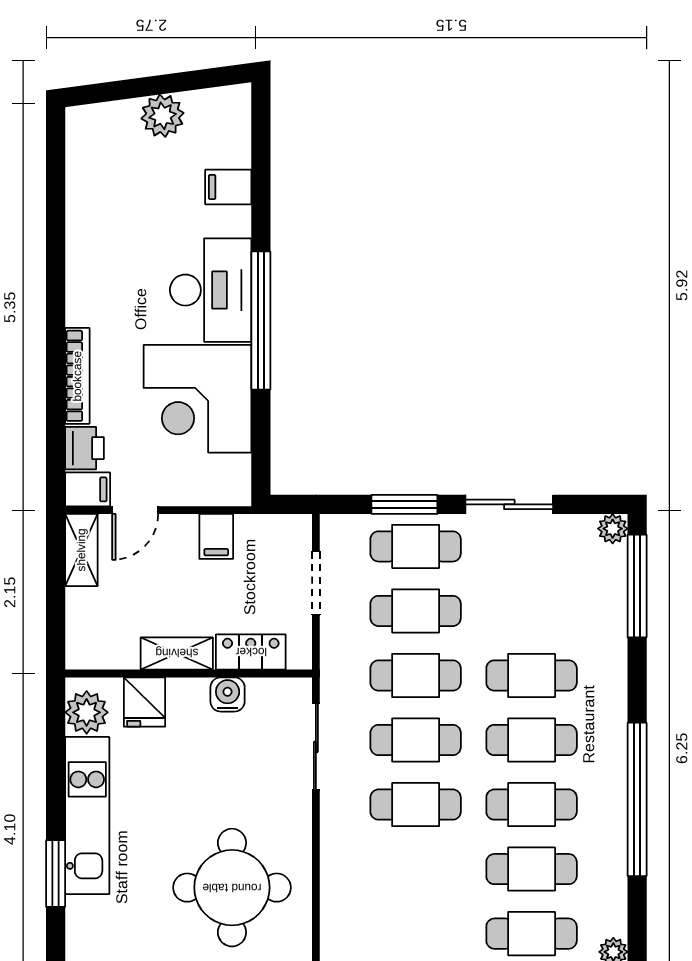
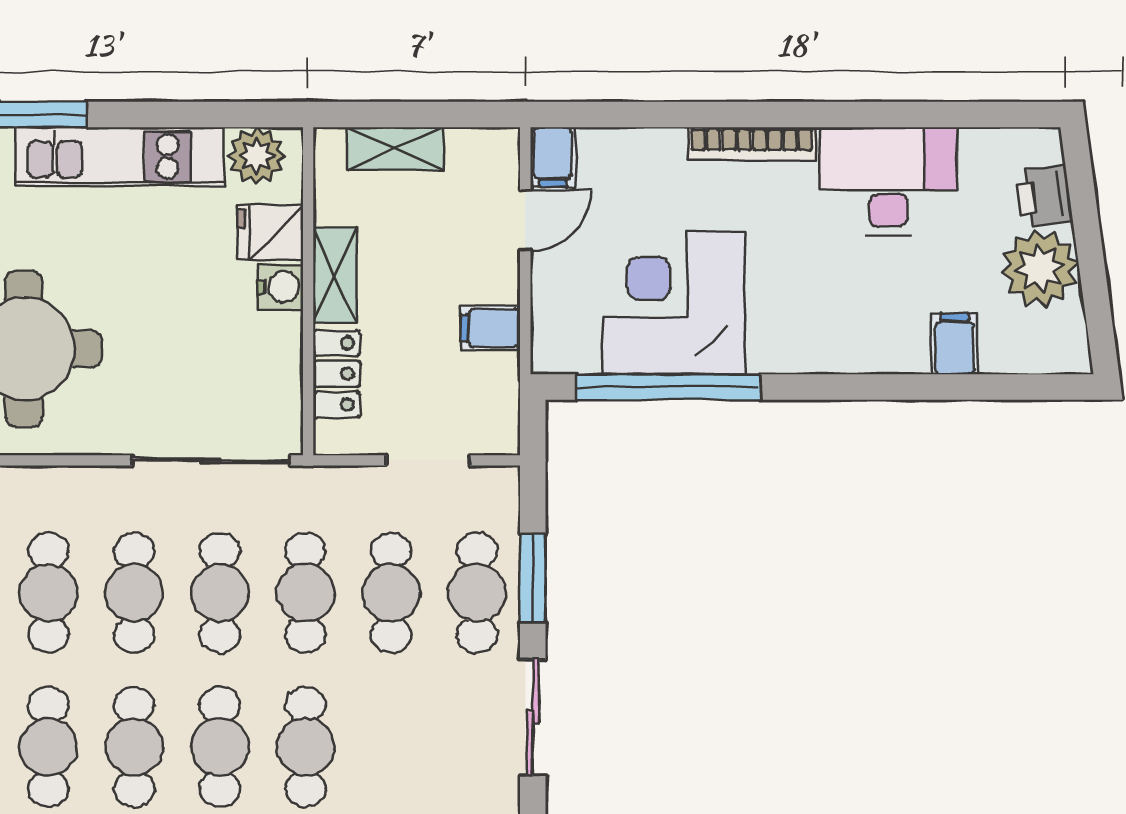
plant: (163, 116) -> (1040, 268), width x1.36, depth x1.36
desk: (211, 290) -> (888, 181), moved, turned 180
window: (261, 321) -> (668, 387), moved
bookcase: (77, 376) -> (752, 143), moved
printer: (84, 448) -> (1044, 196), moved, turned 82
door: (135, 510) -> (525, 220), swing flipped
shelving: (81, 550) -> (396, 149), moved
water cooler: (228, 694) -> (280, 287), moved
sliding door: (316, 747) -> (211, 460), width x1.37
cafe table: (416, 869) -> (48, 593), added

